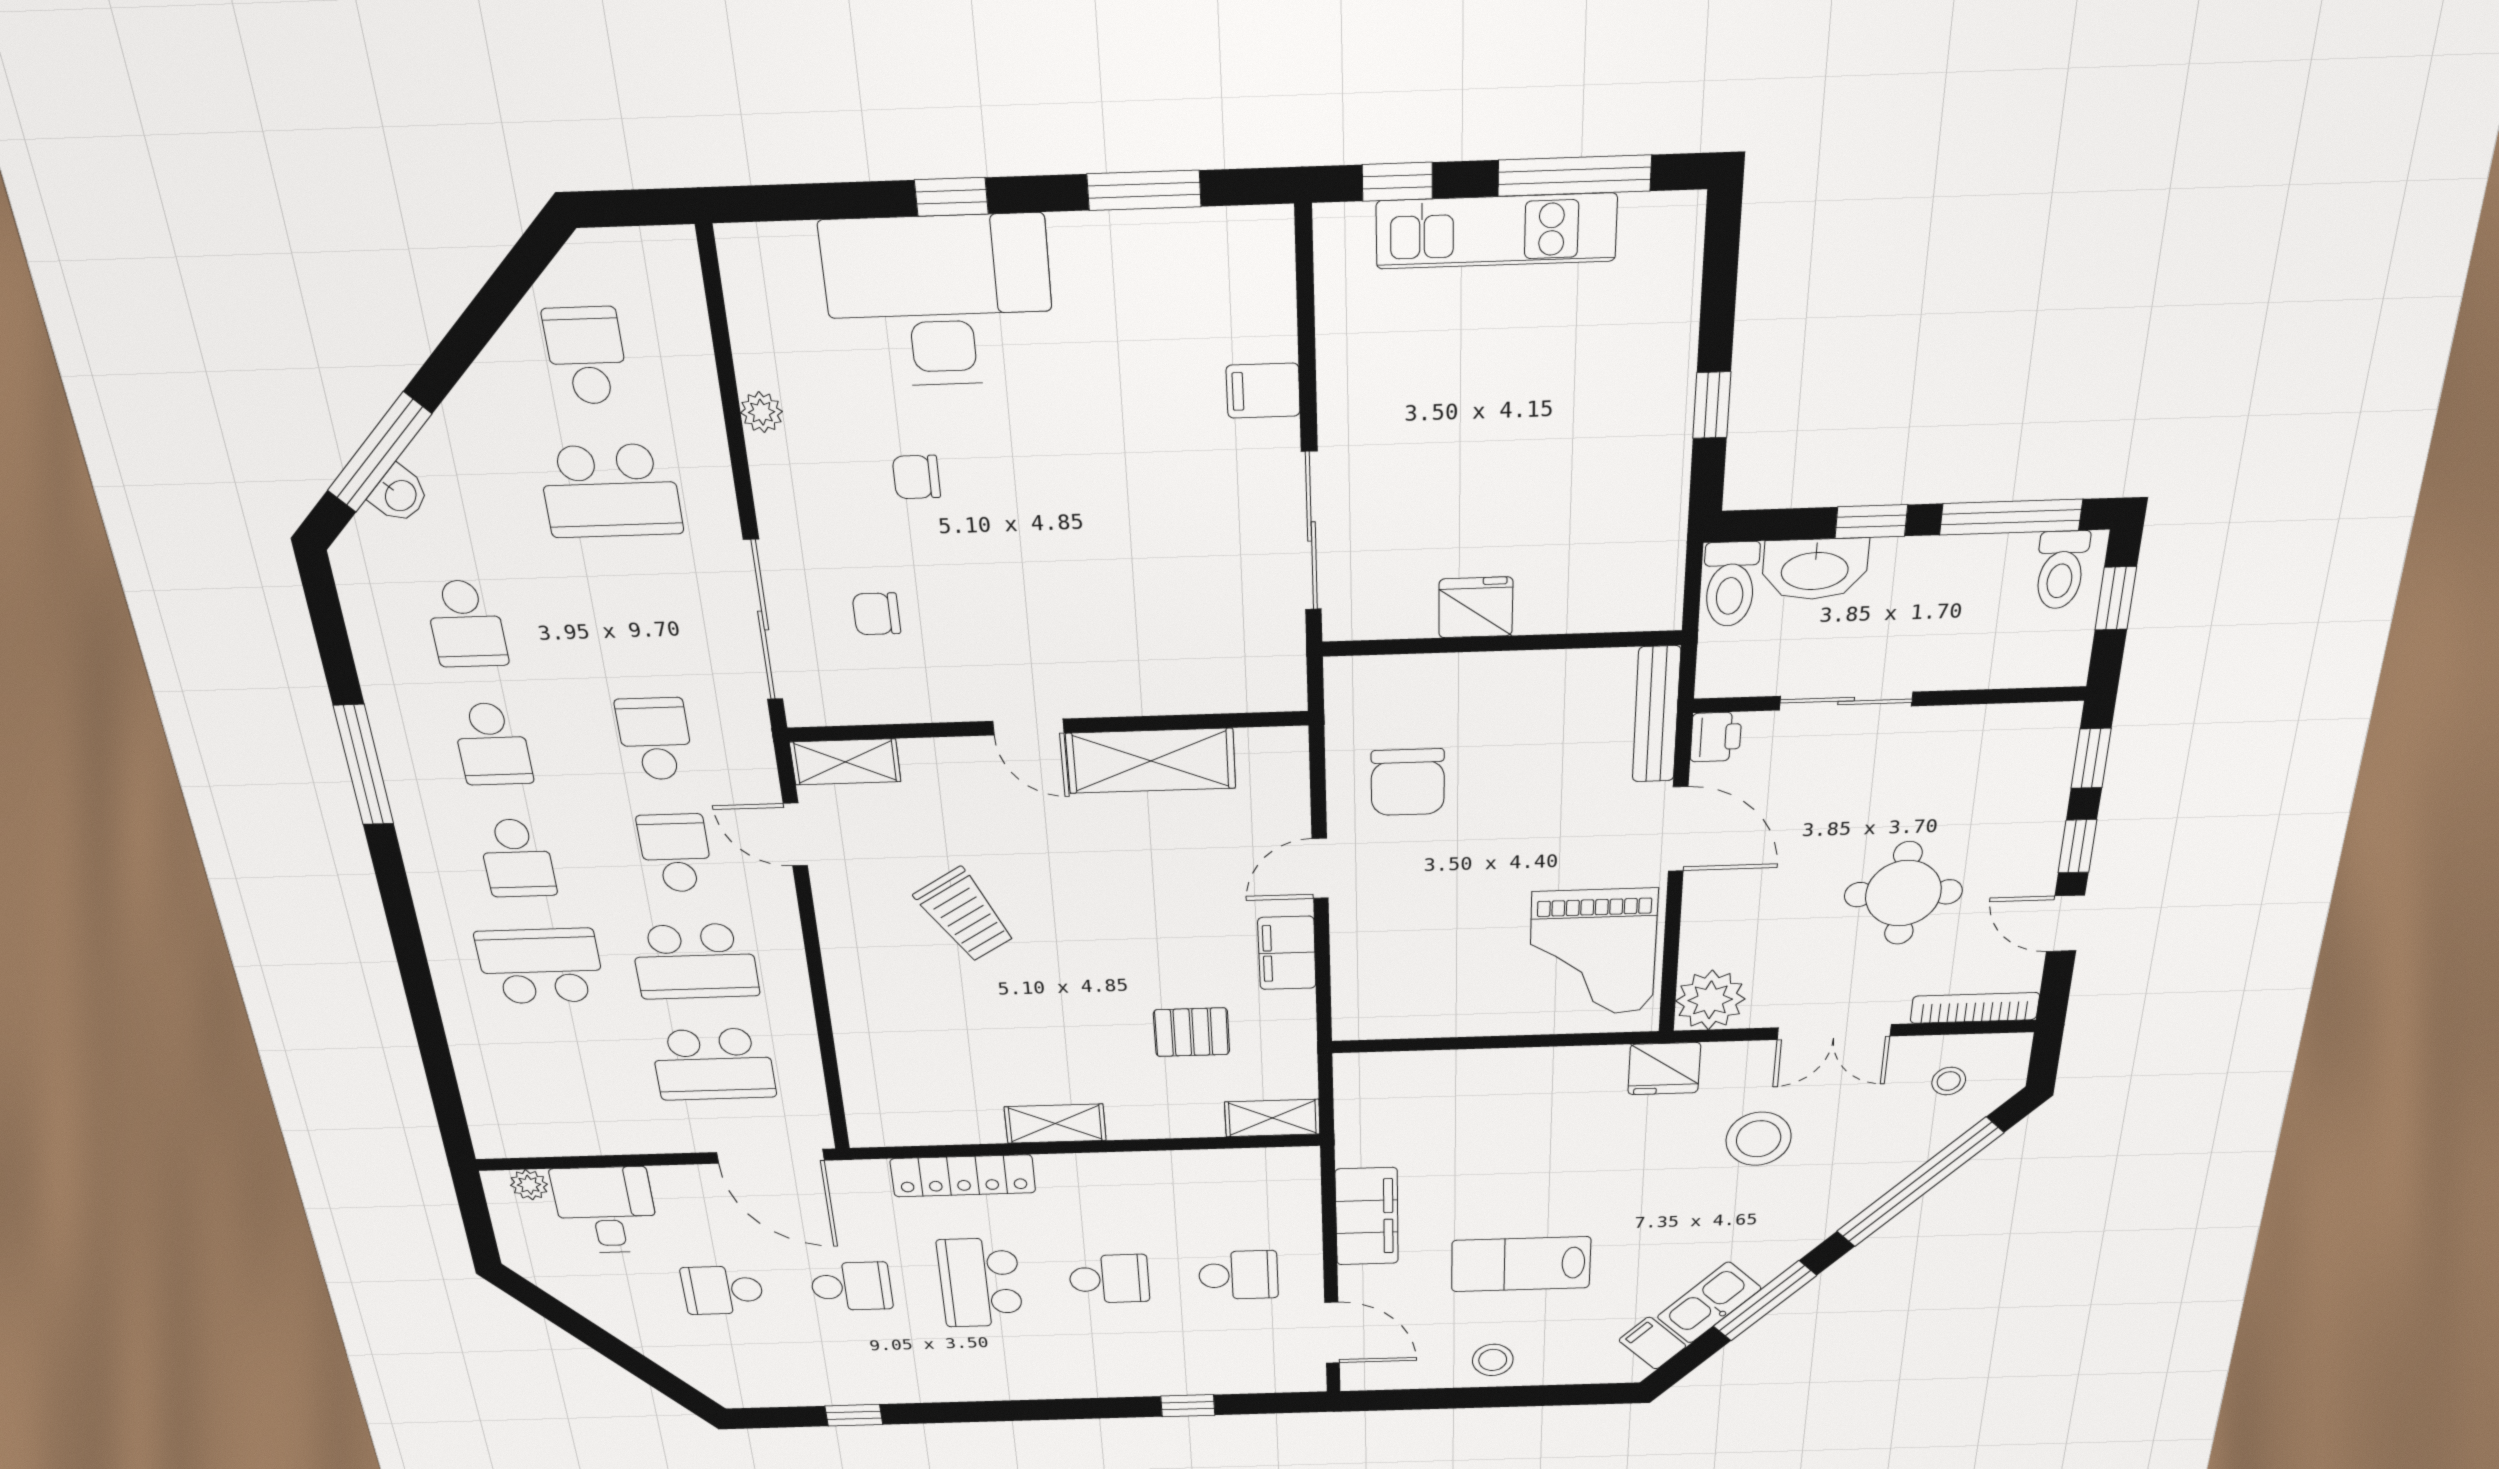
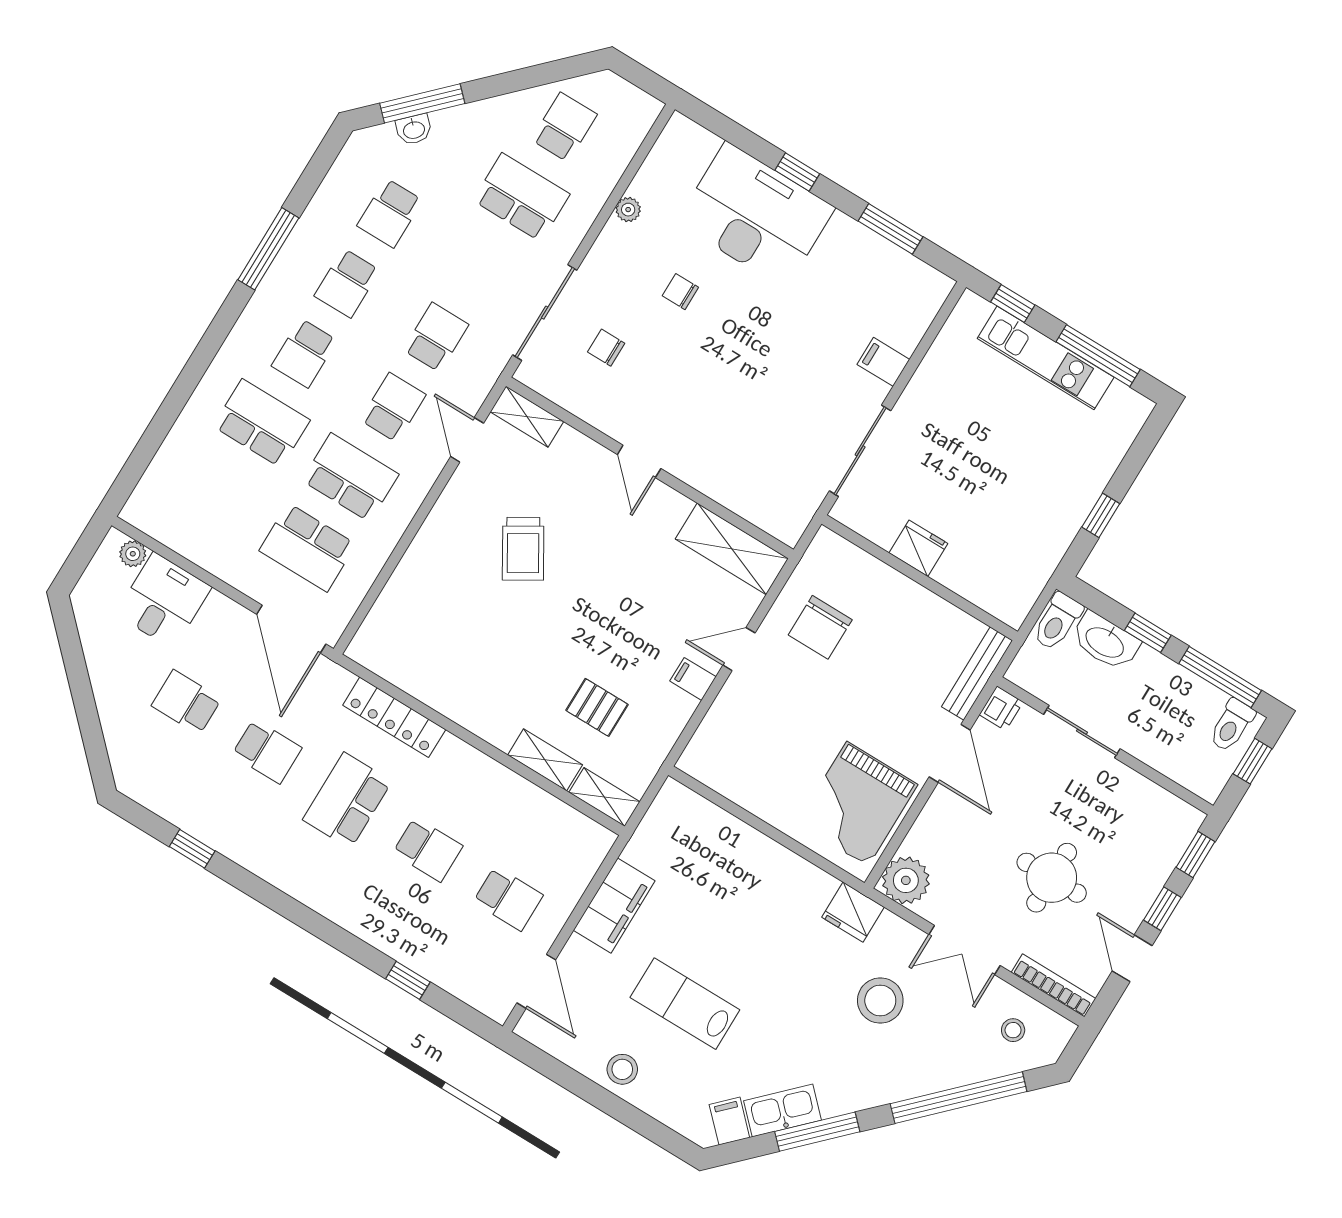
school desk: (610, 491) -> (521, 197), turned 180
shelving: (1151, 761) -> (732, 549), moved
filing cabinet: (1287, 953) -> (693, 679), width x0.50
school desk: (695, 961) -> (350, 477), turned 180
shelving: (1055, 1124) -> (545, 760), moved

